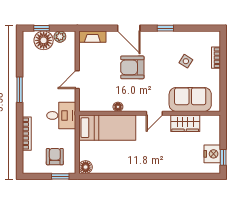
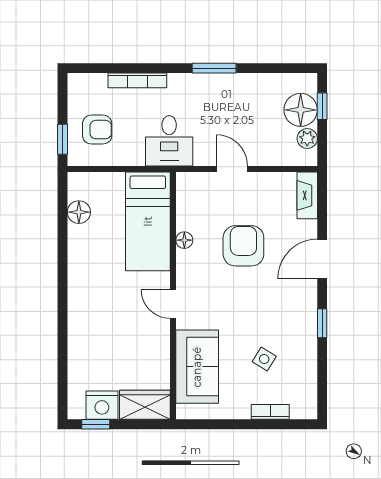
armchair: (132, 67) -> (243, 246), moved
wardrobe: (185, 123) -> (145, 405), moved, turned 90
floor lamp: (86, 167) -> (79, 212), moved

